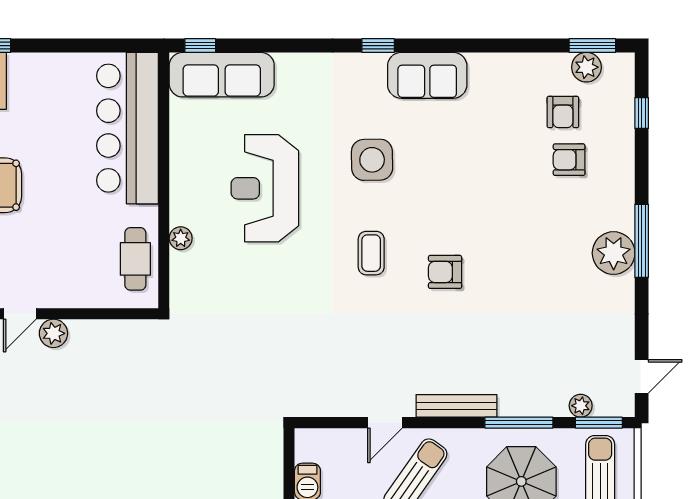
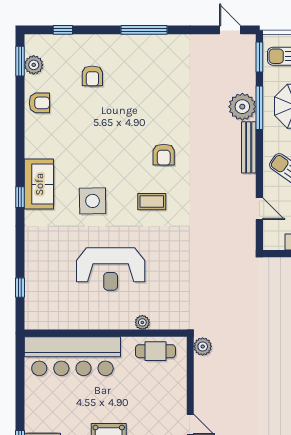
window: (200, 46) -> (20, 288), moved
sofa: (222, 75) -> (38, 296), removed
sofa: (427, 75) -> (39, 184), moved
armchair: (563, 112) -> (39, 103), moved
plant: (614, 253) -> (152, 48), removed
plant: (53, 333) -> (203, 346), moved
plant: (581, 406) -> (242, 107), moved, width x1.88, depth x1.88
door: (385, 423) -> (259, 209), moved

